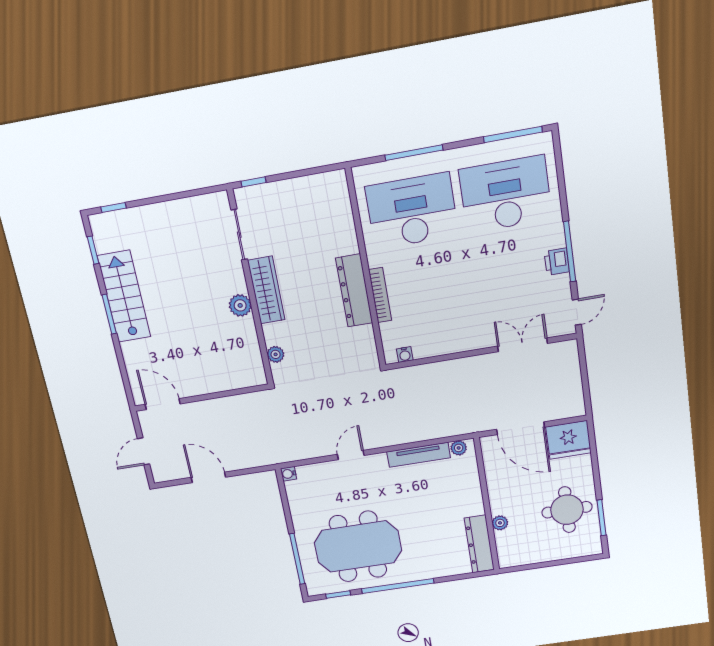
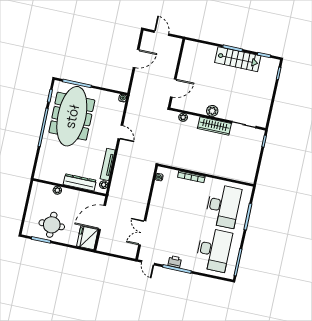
dresser: (354, 291) -> (198, 166), removed
double door: (523, 345) -> (142, 233), swing flipped
door: (163, 404) -> (173, 88), moved
dresser: (479, 544) -> (80, 182), moved
meeting table: (358, 547) -> (72, 116), width x1.36

